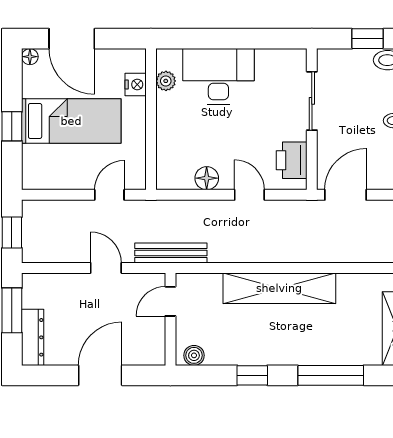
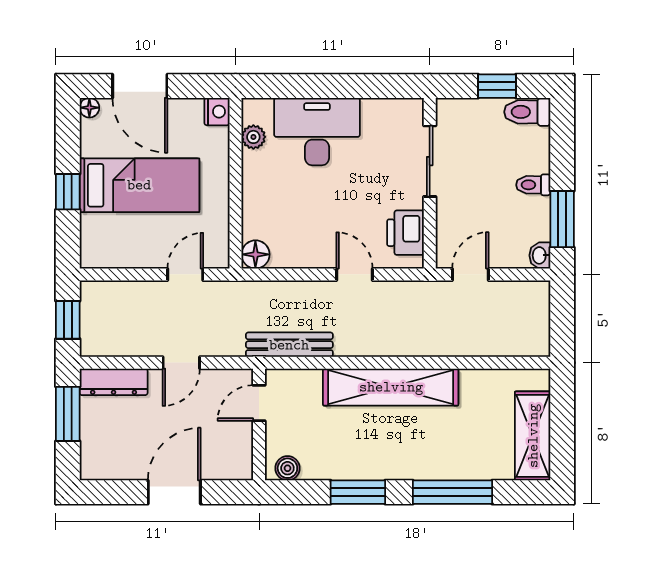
nightstand: (136, 84) -> (217, 112), moved
floor lamp: (207, 178) -> (255, 254), moved
door: (345, 195) -> (470, 274), width x0.73
bench: (171, 253) -> (289, 345), moved
door: (106, 268) -> (181, 363), swing flipped
dresser: (33, 337) -> (114, 382), moved, turned 90
window: (252, 375) -> (358, 492), width x1.50

